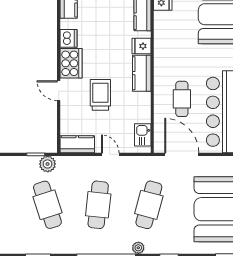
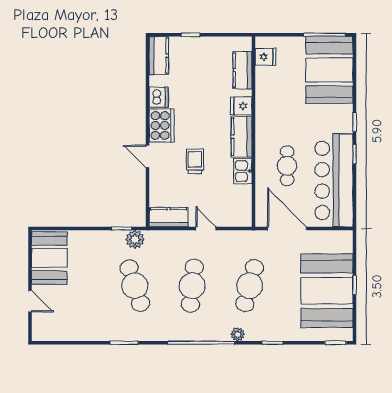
trolley: (100, 95) -> (195, 161), width x0.73, depth x0.72
kitchen sink: (143, 135) -> (243, 171), moved

